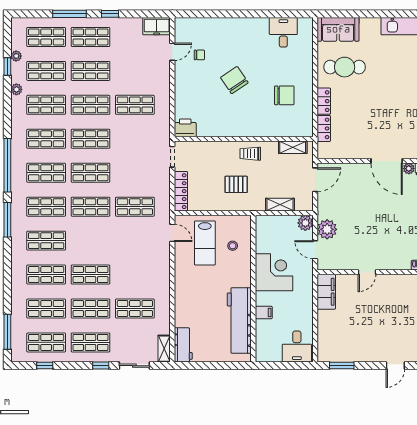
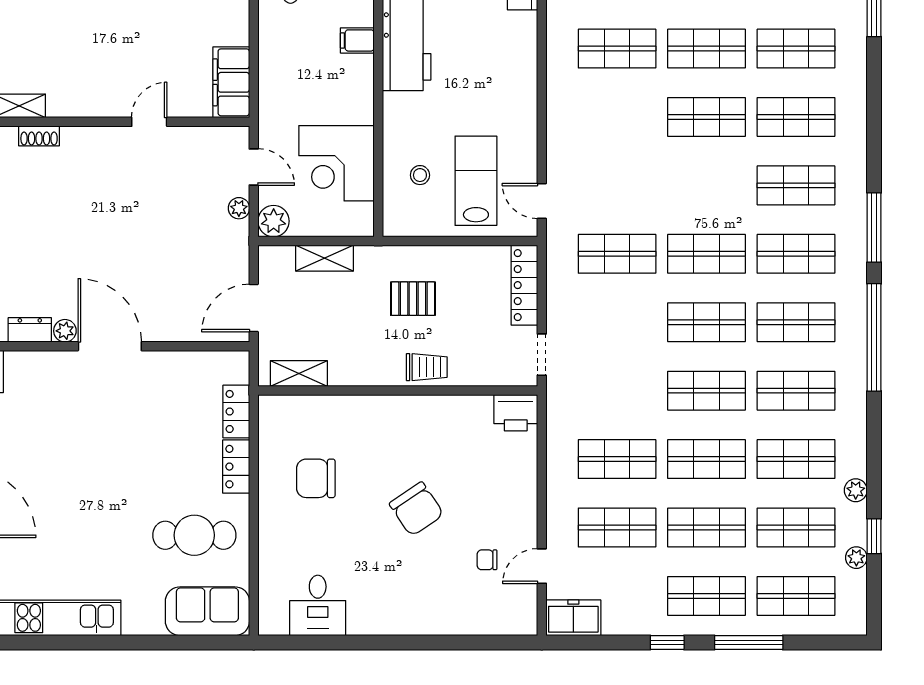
shop shelf: (135, 71) -> (617, 528), added
trolley: (250, 154) -> (427, 367), moved
plant: (327, 229) -> (239, 208), width x0.53, depth x0.53
corner desk: (274, 272) -> (336, 163), moved

